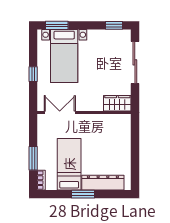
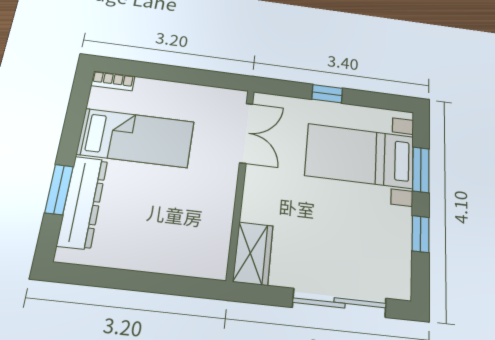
window: (57, 25) -> (421, 170), moved
window: (114, 25) -> (420, 234), moved
window: (33, 158) -> (160, 72), removed
window: (83, 194) -> (59, 190), moved

